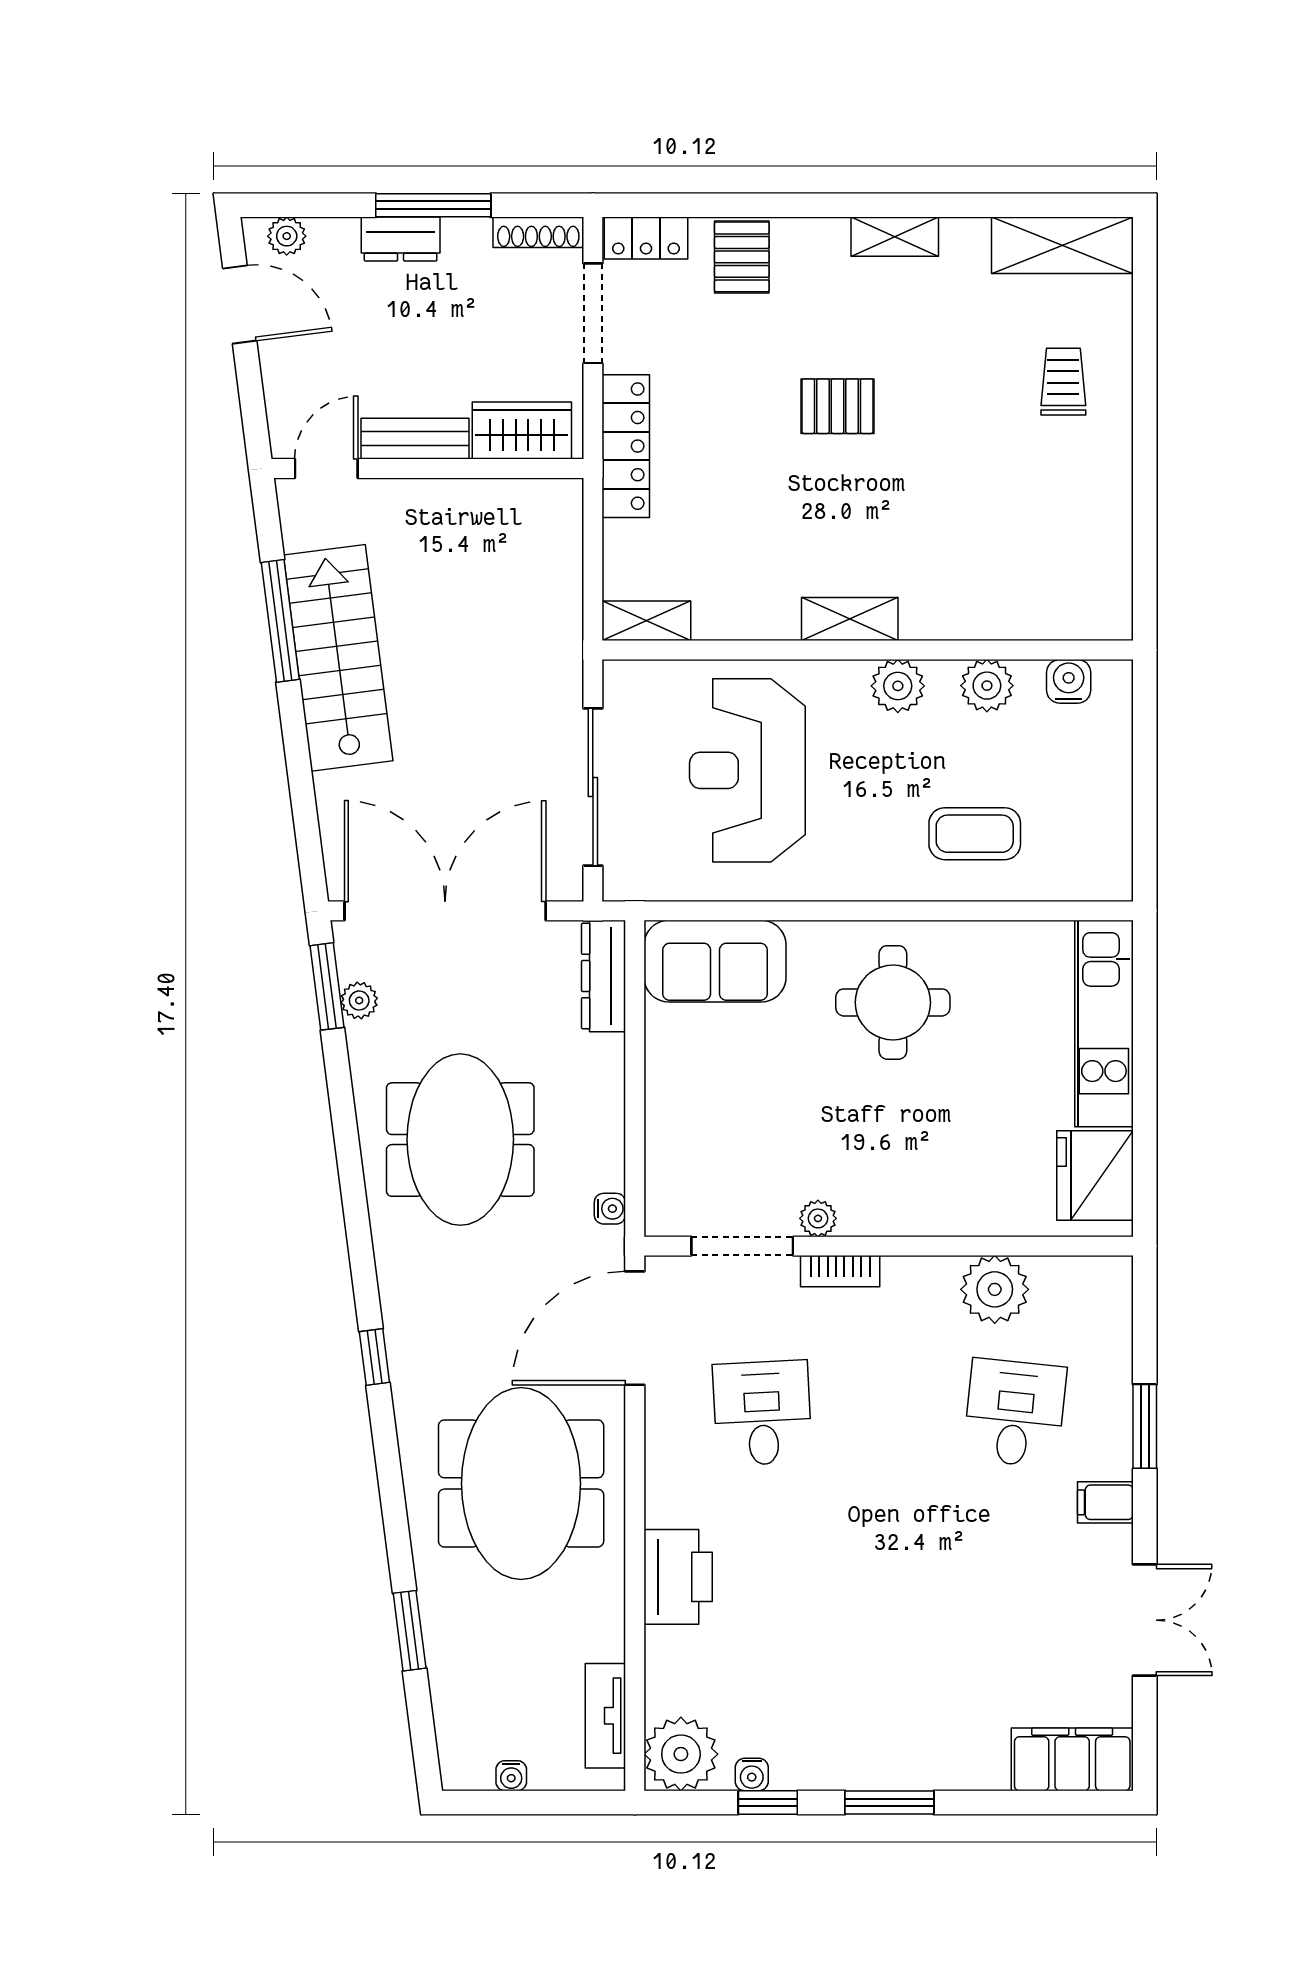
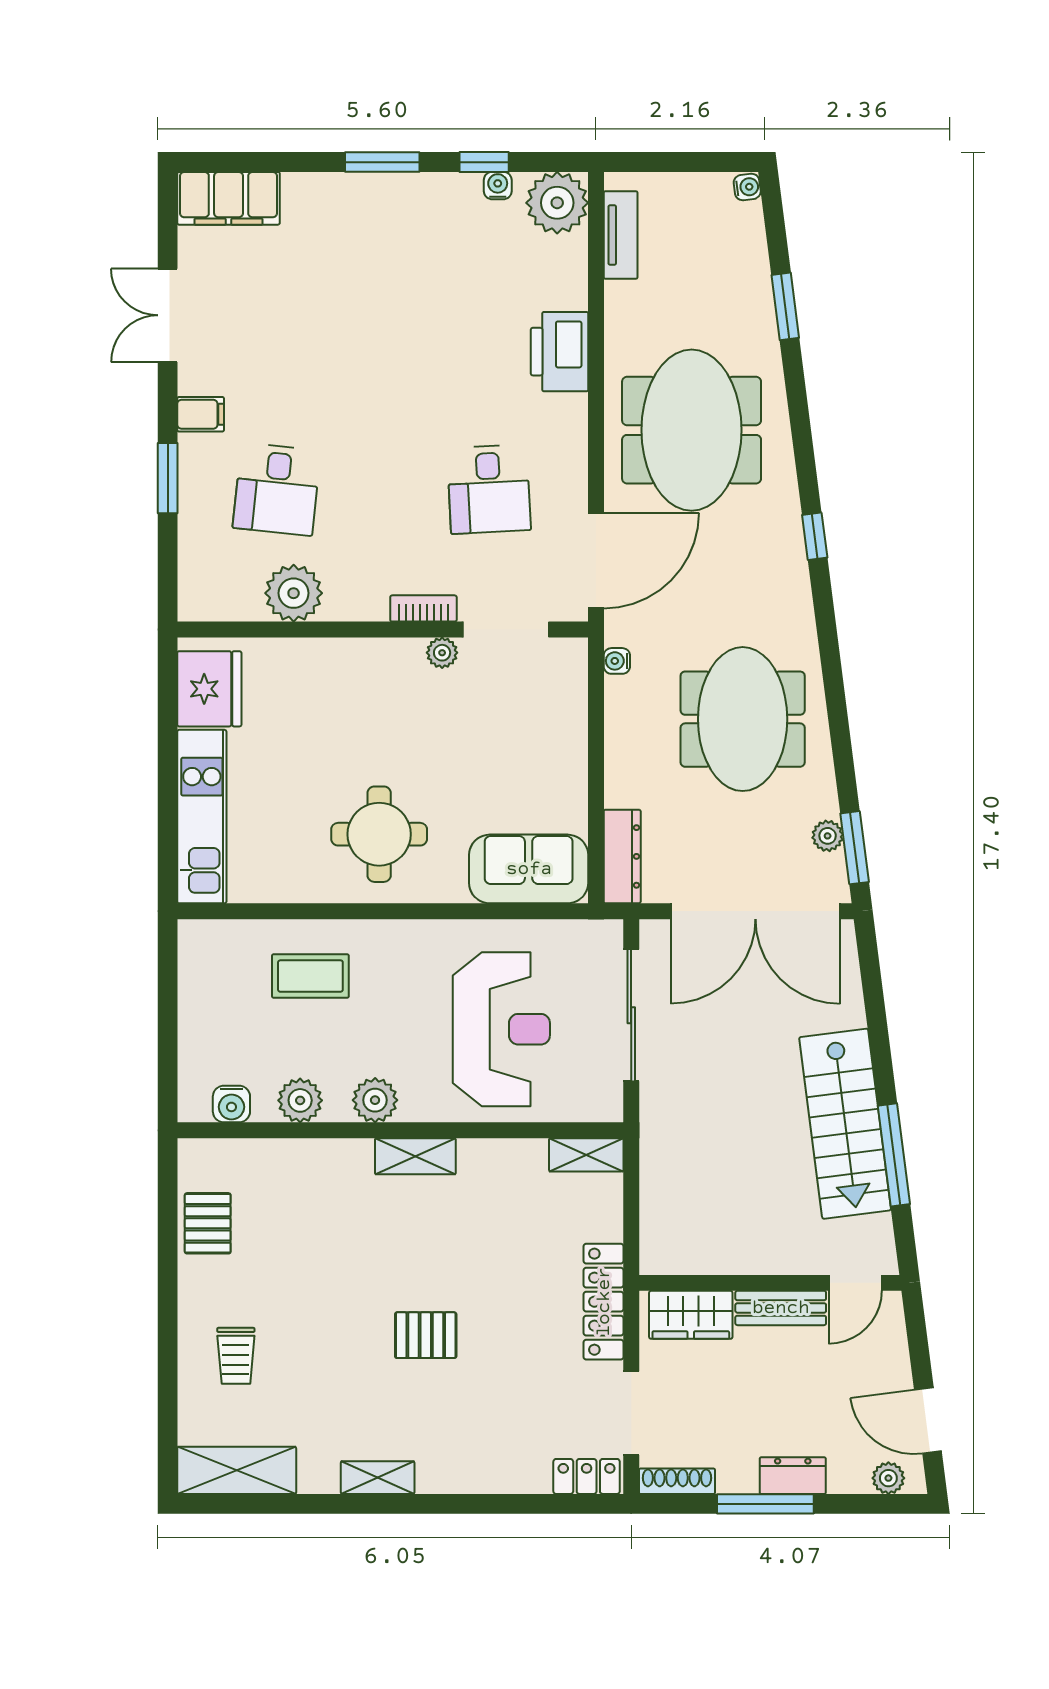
pallet: (742, 257) -> (208, 1223), moved
water cooler: (511, 1776) -> (747, 187), moved, turned 83

